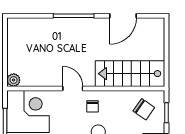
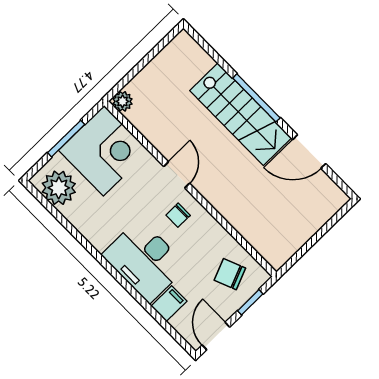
stairs: (130, 74) -> (241, 114), moved, turned 180
chair: (144, 109) -> (230, 274), turned 123

